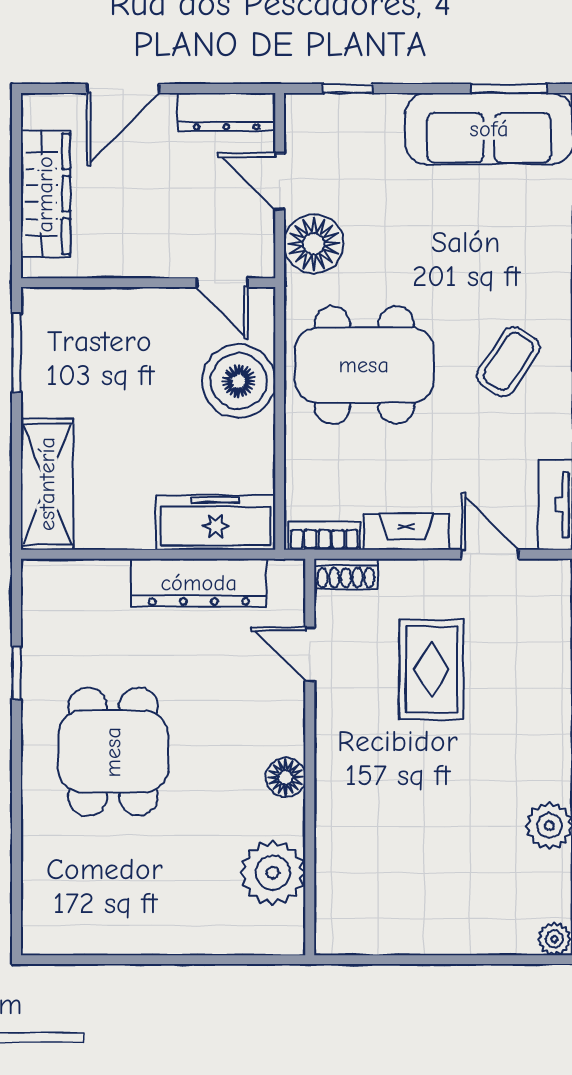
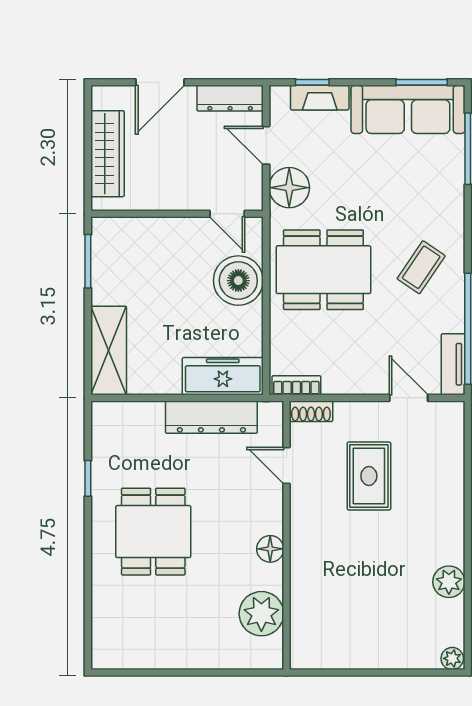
fireplace: (406, 532) -> (320, 98), moved, turned 180

